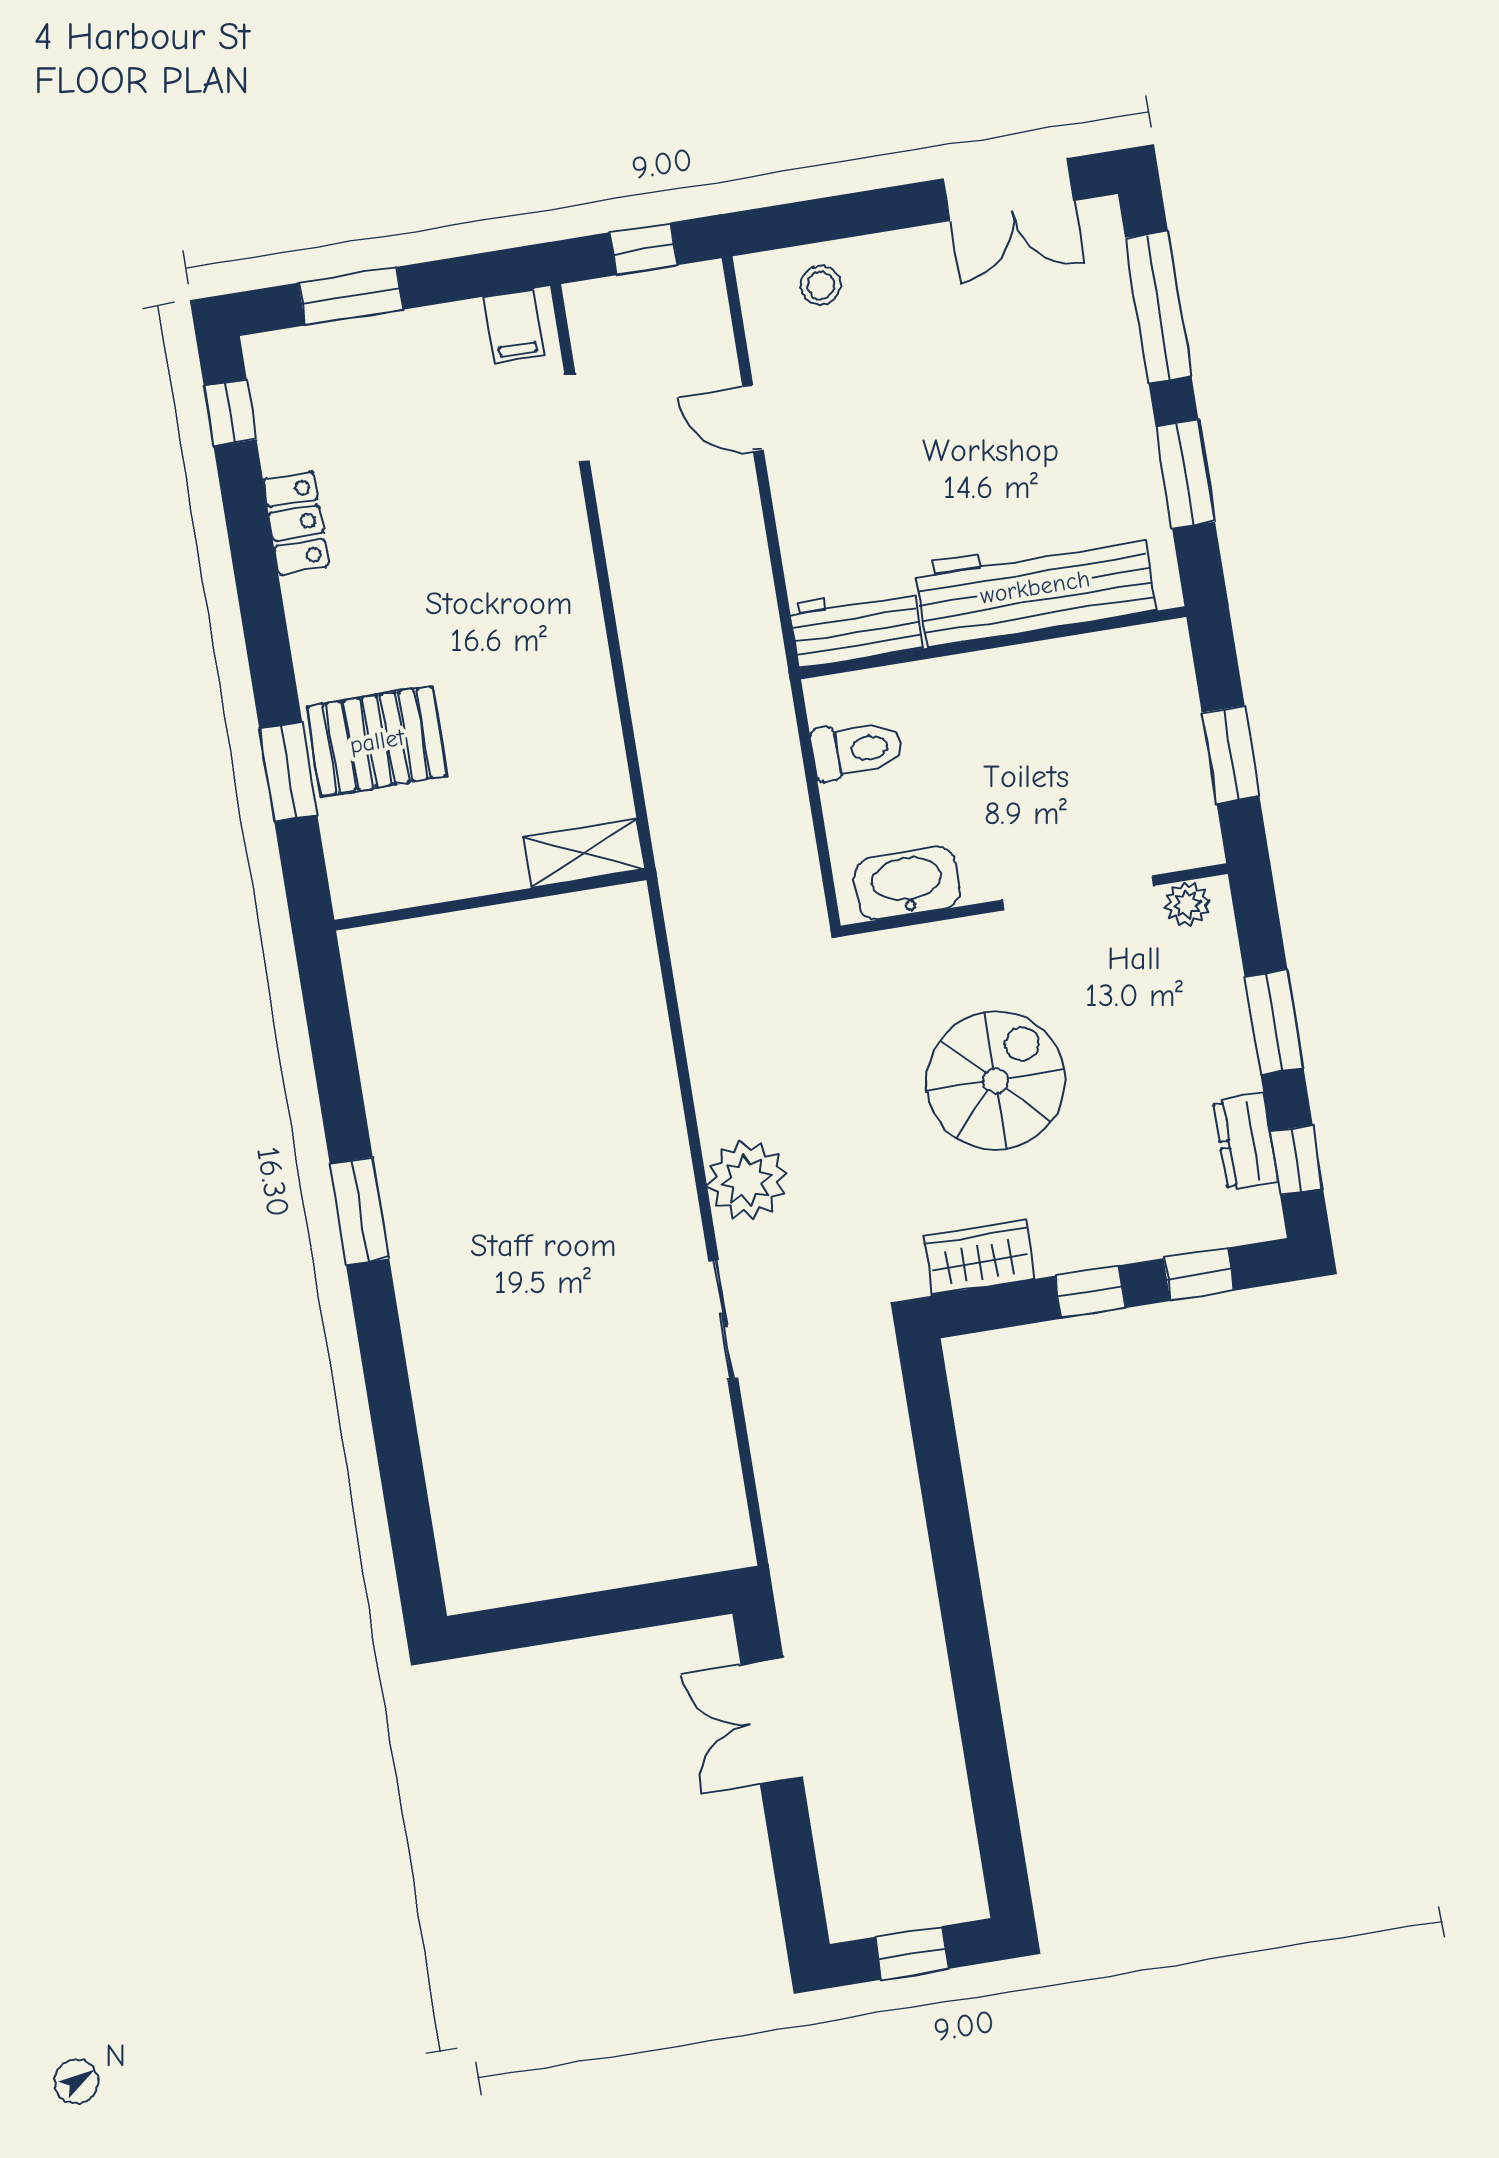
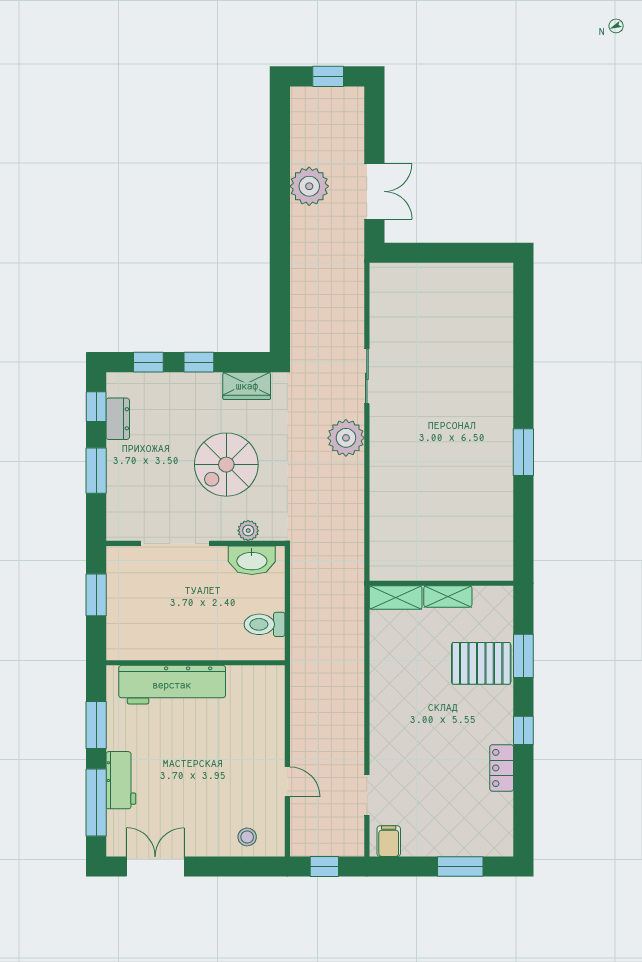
window: (230, 413) -> (523, 730), moved
workbench: (856, 627) -> (121, 780), moved, turned -90
shelving: (472, 874) -> (448, 596), added
plant: (1187, 904) -> (248, 531), moved
plant: (914, 1710) -> (309, 186), added

